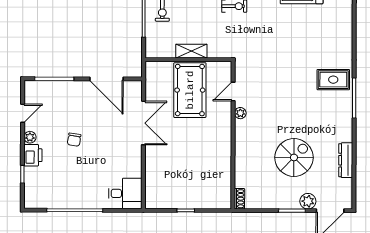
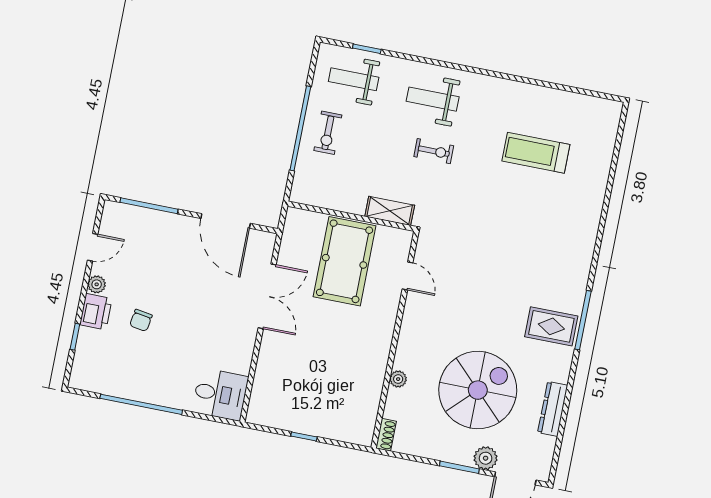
shelving: (191, 51) -> (390, 211), moved
rug: (333, 80) -> (551, 326), moved
door: (233, 92) -> (408, 276), swing flipped
plant: (240, 113) -> (398, 379), moved
chair: (74, 140) -> (141, 320), moved
spiral stairs: (294, 157) -> (478, 390), width x1.37, depth x1.37

